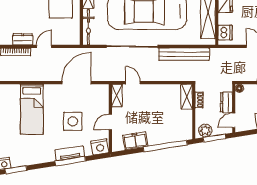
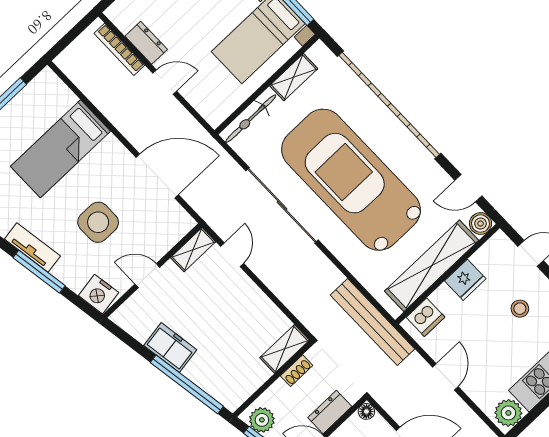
bench: (184, 54) -> (373, 322), moved
freezer: (135, 141) -> (170, 348), moved
tv unit: (70, 153) -> (32, 248), moved

